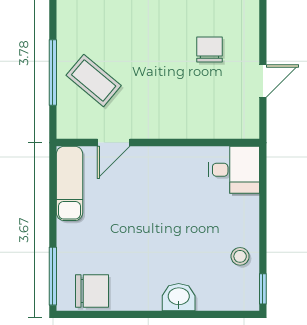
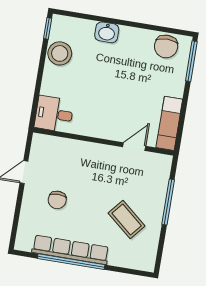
coffee table: (94, 80) -> (127, 220), moved
stool: (240, 256) -> (60, 53), width x1.89, depth x1.89
chair: (92, 291) -> (166, 46), turned -90

